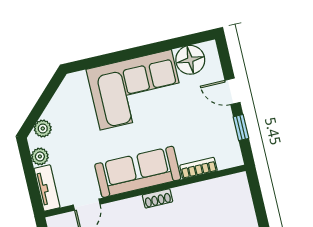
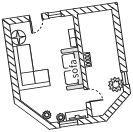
window: (30, 173) -> (69, 123), added

